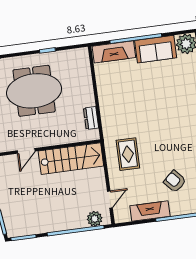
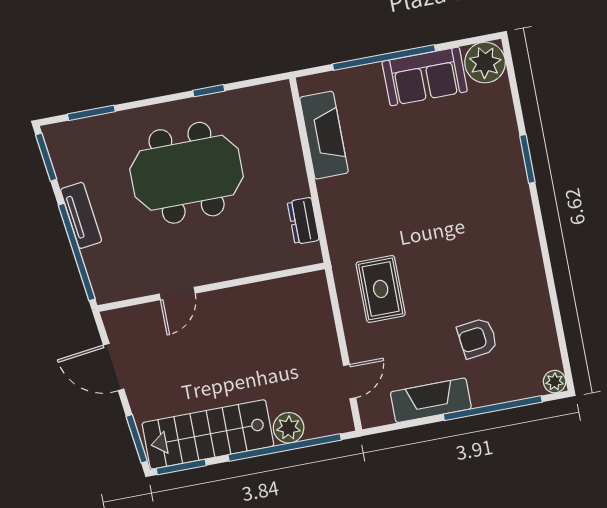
fireplace: (114, 52) -> (324, 135), moved, turned -90
stairs: (71, 159) -> (208, 434), moved, turned 180
armchair: (175, 181) -> (477, 338), turned -55
plant: (95, 219) -> (289, 428), moved

